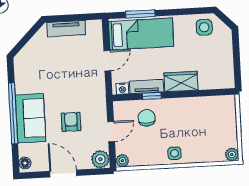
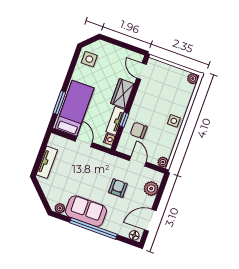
plant: (20, 65) -> (60, 208), added
door: (215, 92) -> (141, 71), added
sofa: (31, 118) -> (86, 211), moved
armchair: (71, 122) -> (118, 188), turned 90
plant: (100, 159) -> (151, 189), moved
door: (63, 173) -> (150, 220), moved

